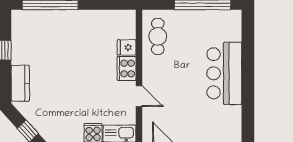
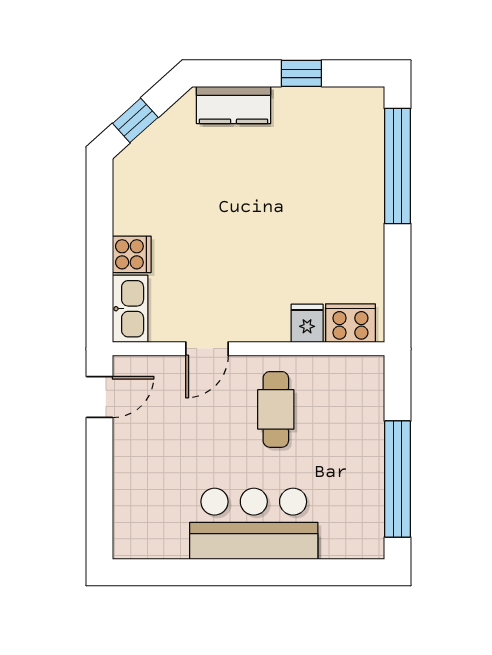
cafe table: (158, 36) -> (276, 409), moved, turned 90
cooker: (127, 69) -> (350, 323), moved

